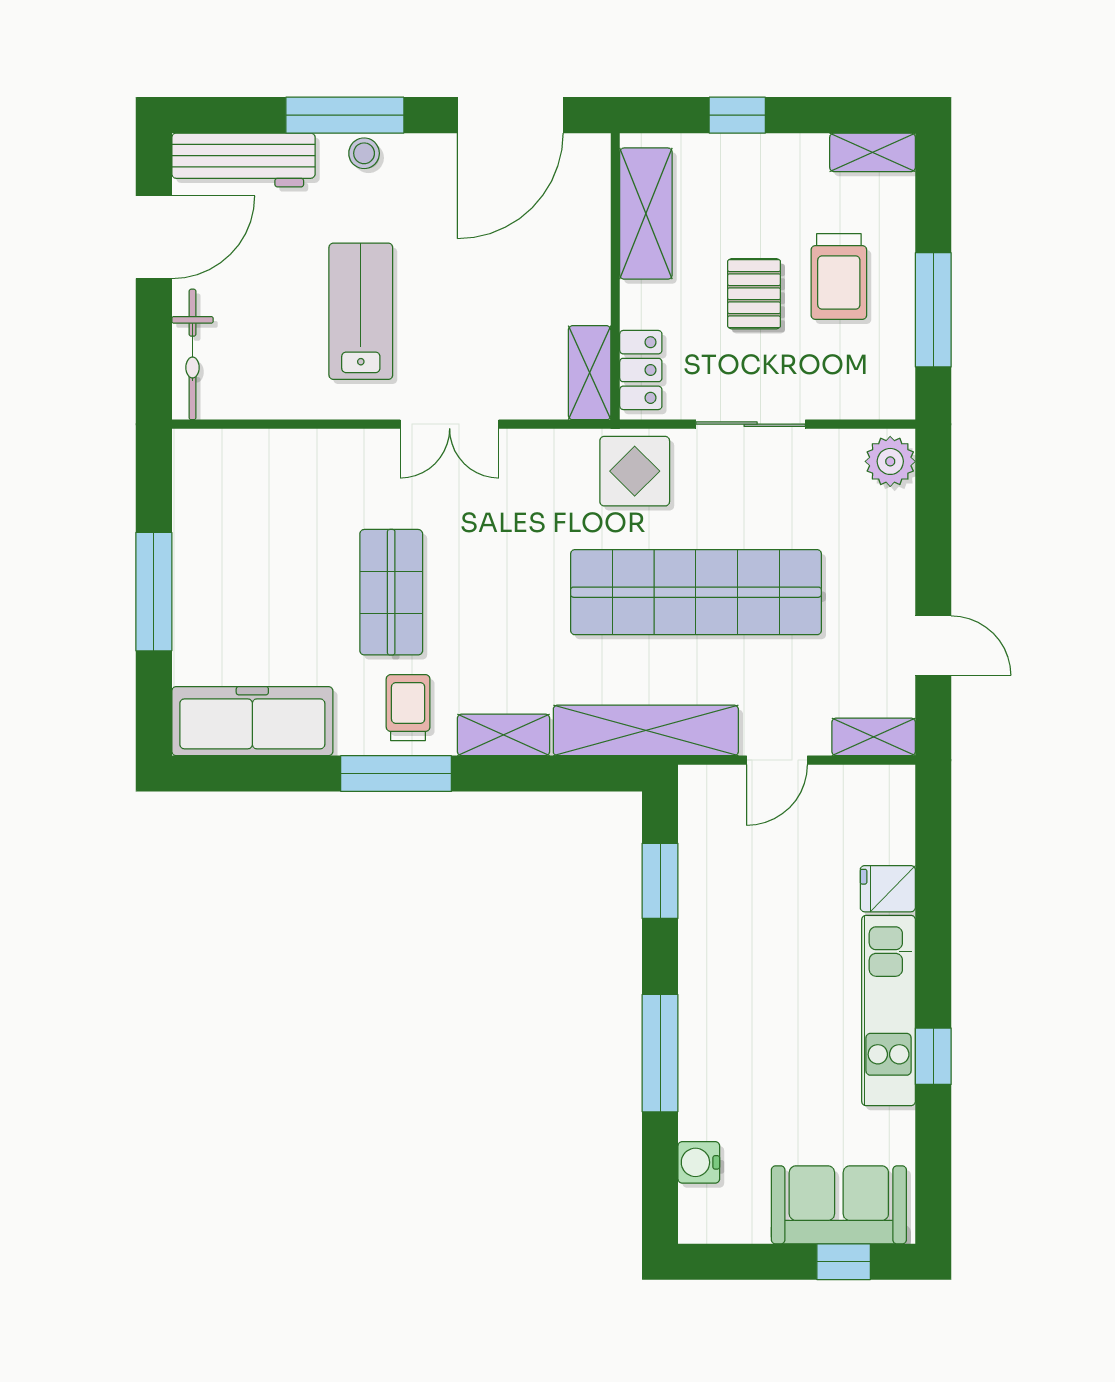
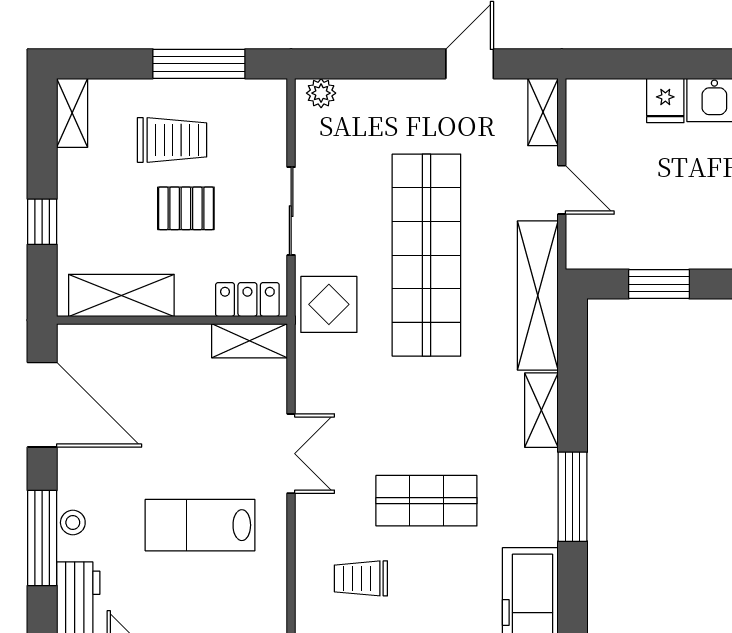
plant: (890, 461) -> (321, 93), width x0.73, depth x0.73
trolley: (408, 708) -> (361, 578), moved

